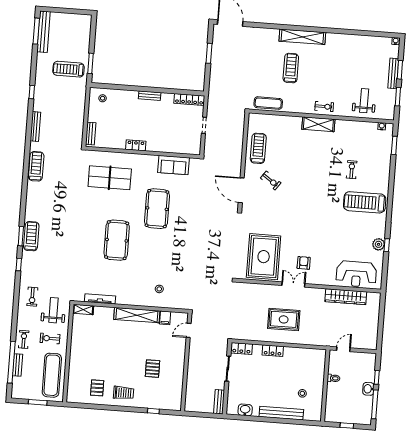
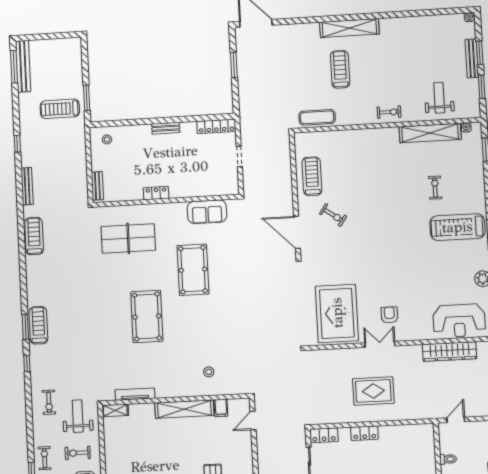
shelving: (318, 124) -> (430, 133), moved, width x1.47

